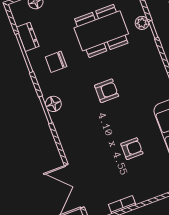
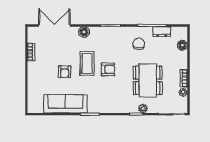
armchair: (107, 91) -> (108, 69), turned -90
floor lamp: (53, 104) -> (84, 32), moved
coffee table: (109, 122) -> (87, 63), added

